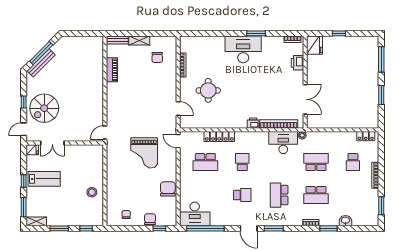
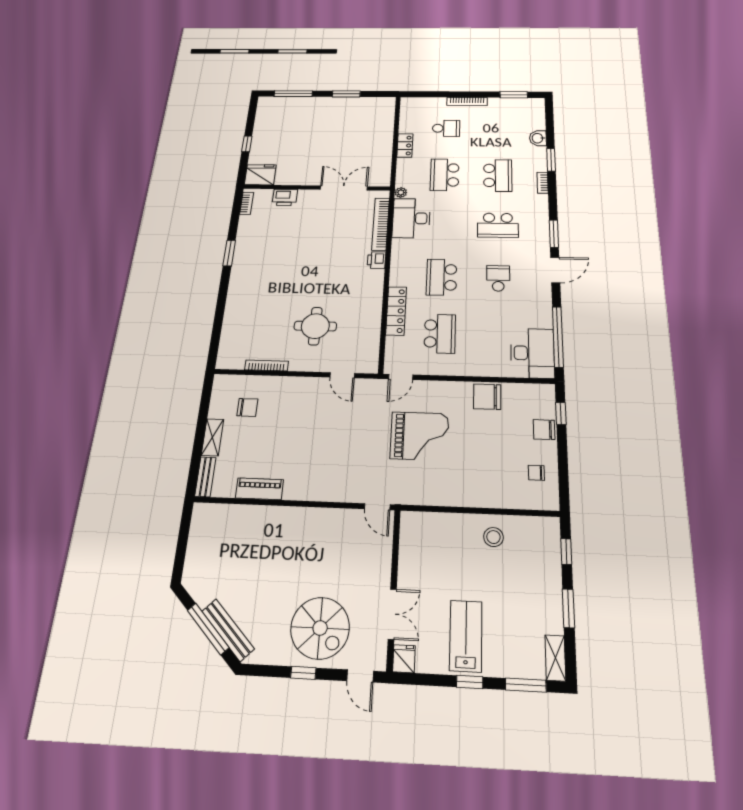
desk: (243, 49) -> (253, 272), removed
door: (178, 108) -> (342, 375), swing flipped
locker: (366, 136) -> (405, 145), moved
school desk: (242, 162) -> (442, 277), width x1.85

